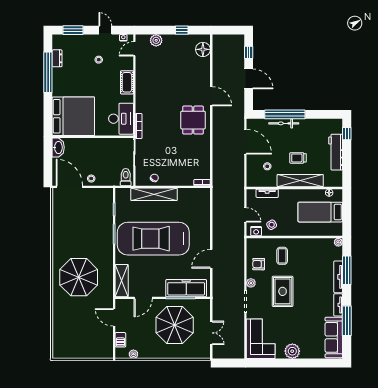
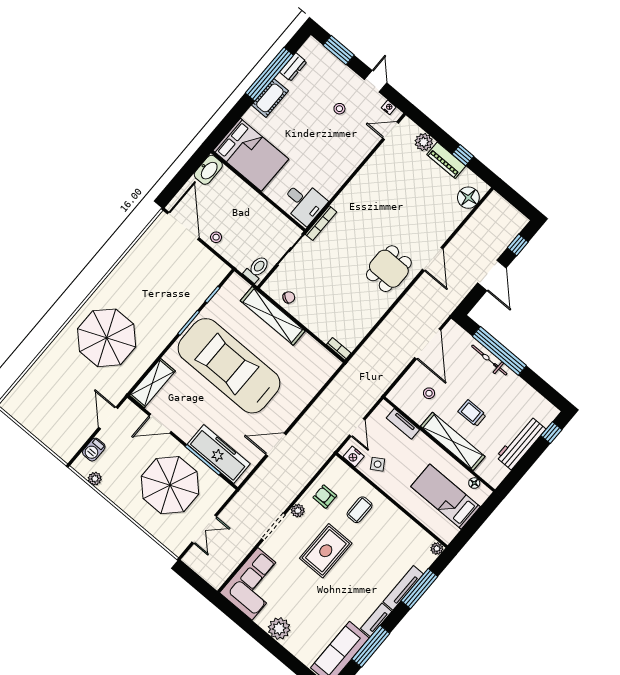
piano: (176, 40) -> (446, 160), added
cot: (127, 82) -> (270, 98), moved
bed: (73, 116) -> (251, 155), width x0.73
desk: (121, 119) -> (304, 202), width x0.73

